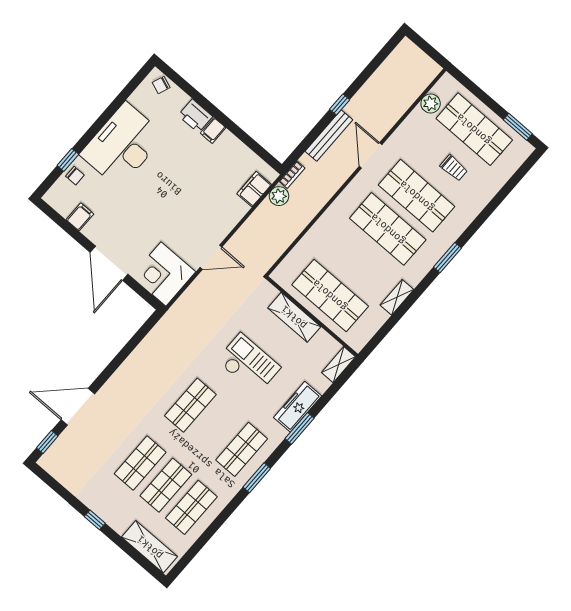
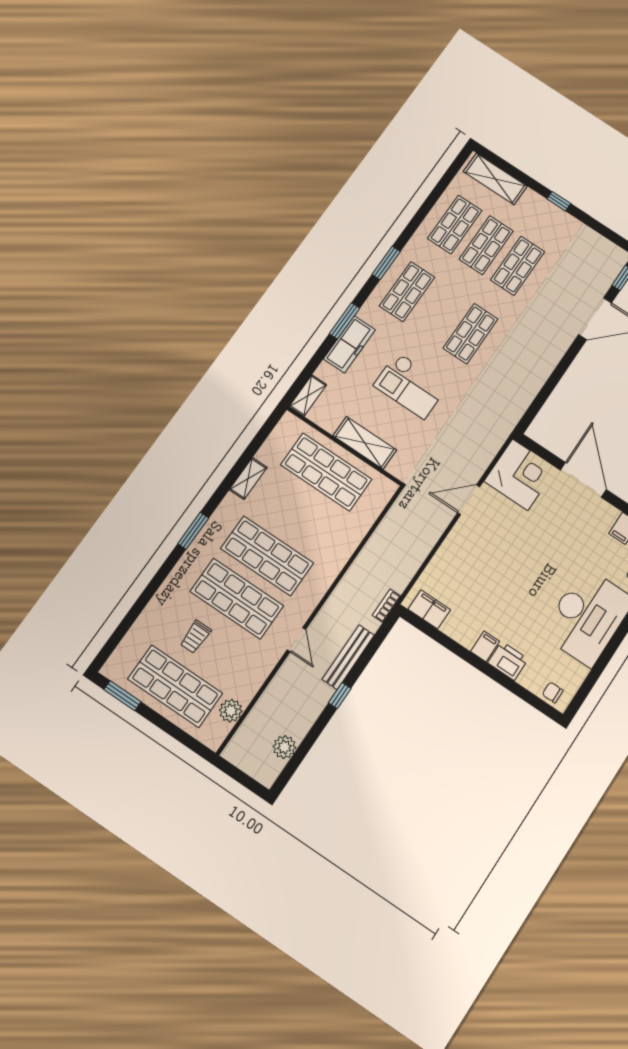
chair: (161, 85) -> (553, 692), turned -111
door: (371, 155) -> (296, 640), width x0.73
trolley: (454, 168) -> (196, 637), turned -90
filing cabinet: (254, 189) -> (429, 609), moved, turned -90
plant: (279, 196) -> (284, 747), moved

